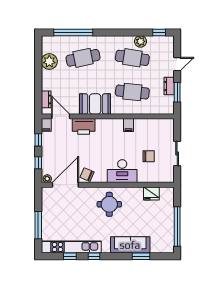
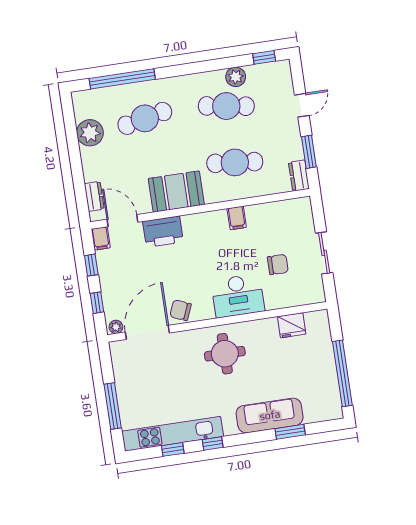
dresser: (169, 86) -> (299, 176), moved

